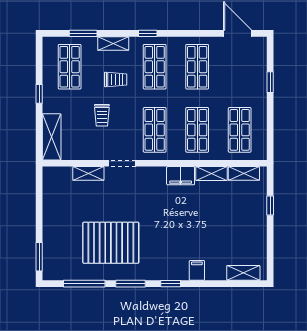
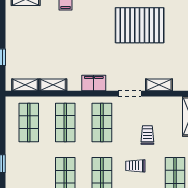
filing cabinet: (181, 176) -> (94, 83), moved

